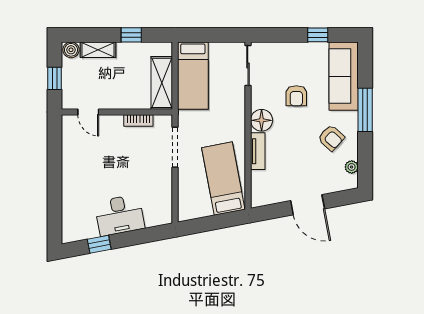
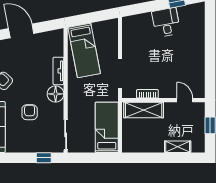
window: (131, 35) -> (153, 158), removed
window: (318, 35) -> (44, 158), moved
boiler: (71, 50) -> (198, 147), removed
shelving: (162, 83) -> (144, 110), moved, turned 90
desk: (120, 215) -> (166, 22), width x0.73

